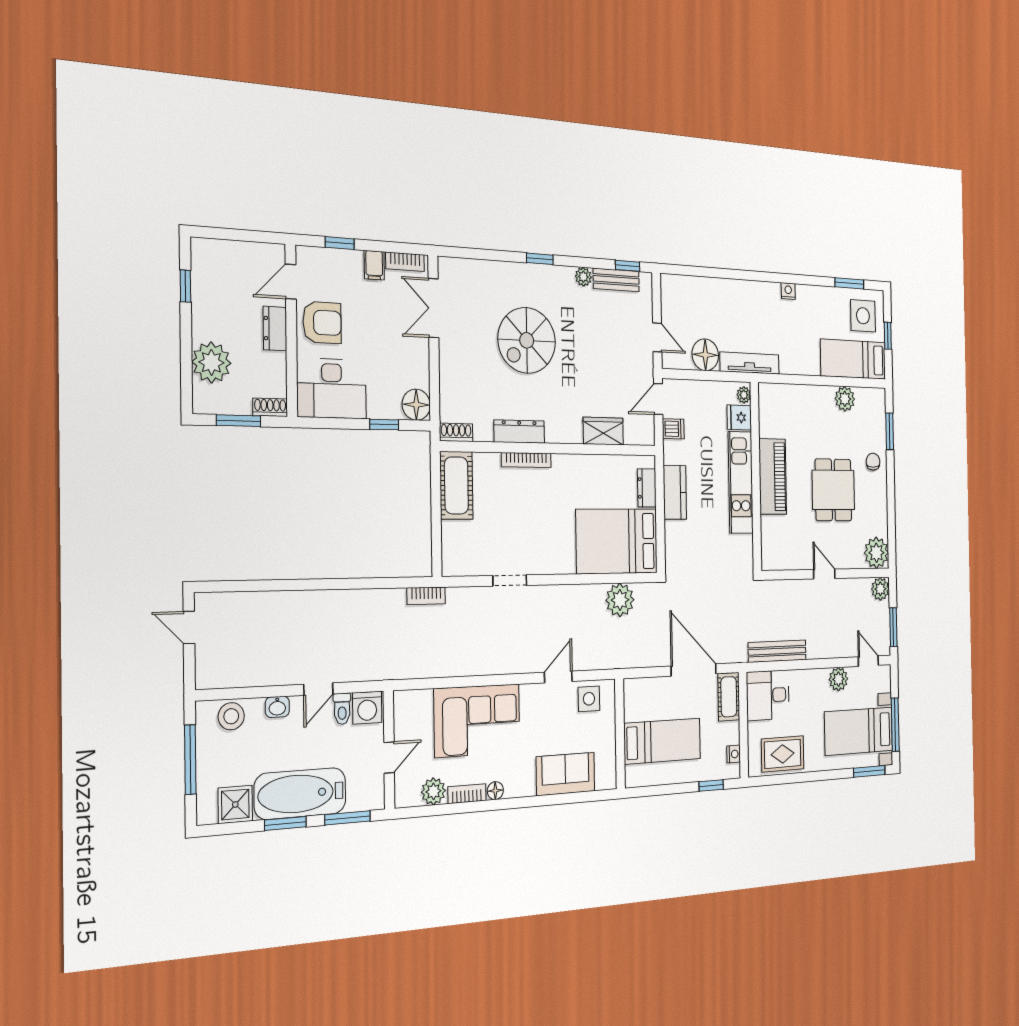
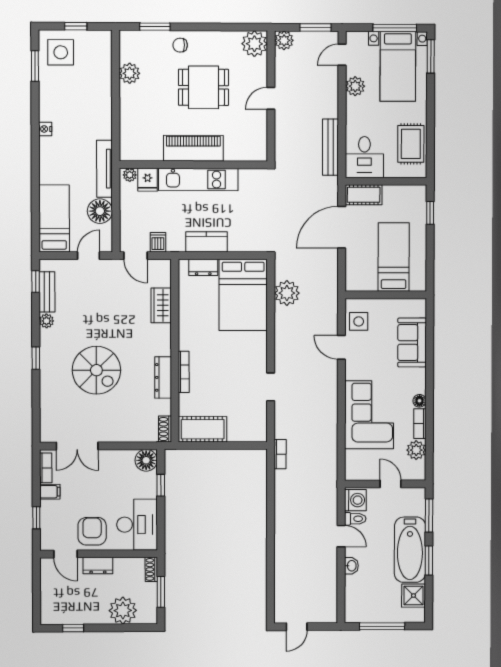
bed: (853, 359) -> (54, 218), moved, turned 180
stool: (231, 716) -> (356, 598), removed
nightstand: (734, 754) -> (408, 191), removed

